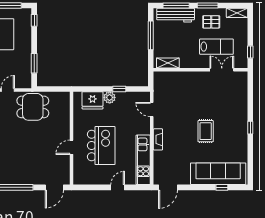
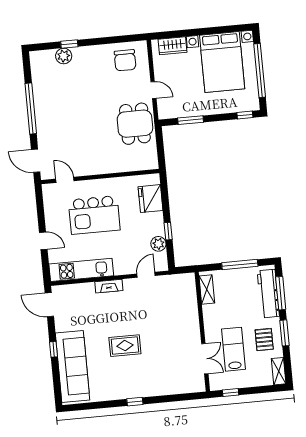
lab bench: (216, 47) -> (233, 349), turned 180
plant: (110, 97) -> (158, 244), moved
door: (72, 147) -> (65, 180), moved
window: (222, 187) -> (54, 349), moved

